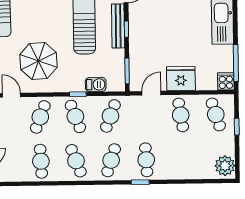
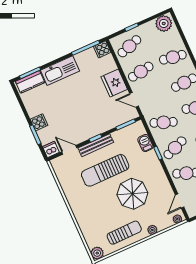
parasol: (38, 61) -> (132, 194), moved
cafe table: (181, 159) -> (173, 57), added

